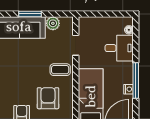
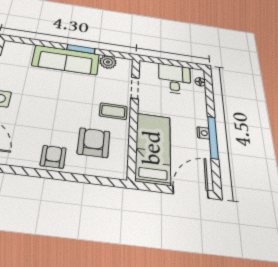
desk: (119, 48) -> (175, 79), moved, turned -90
nightstand: (129, 89) -> (203, 133), moved

